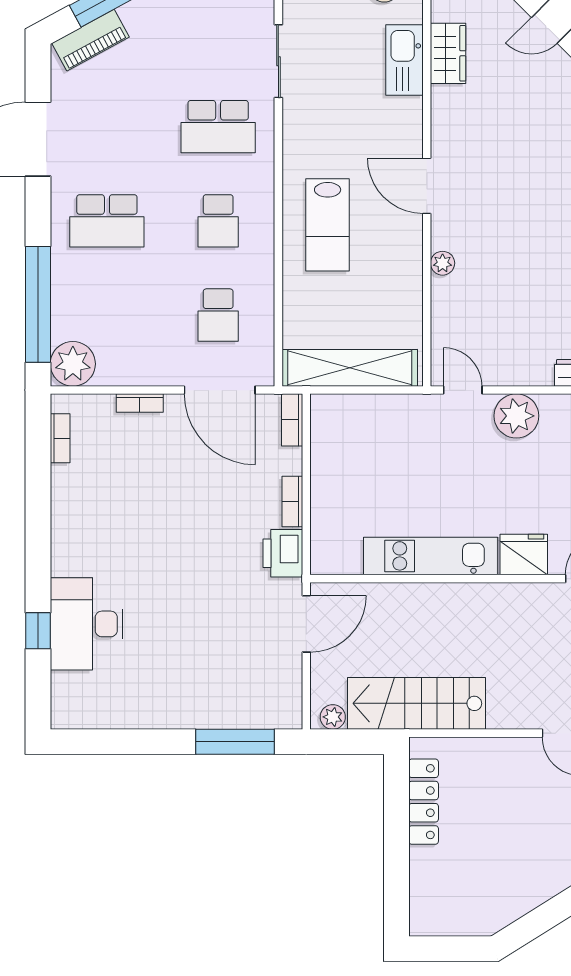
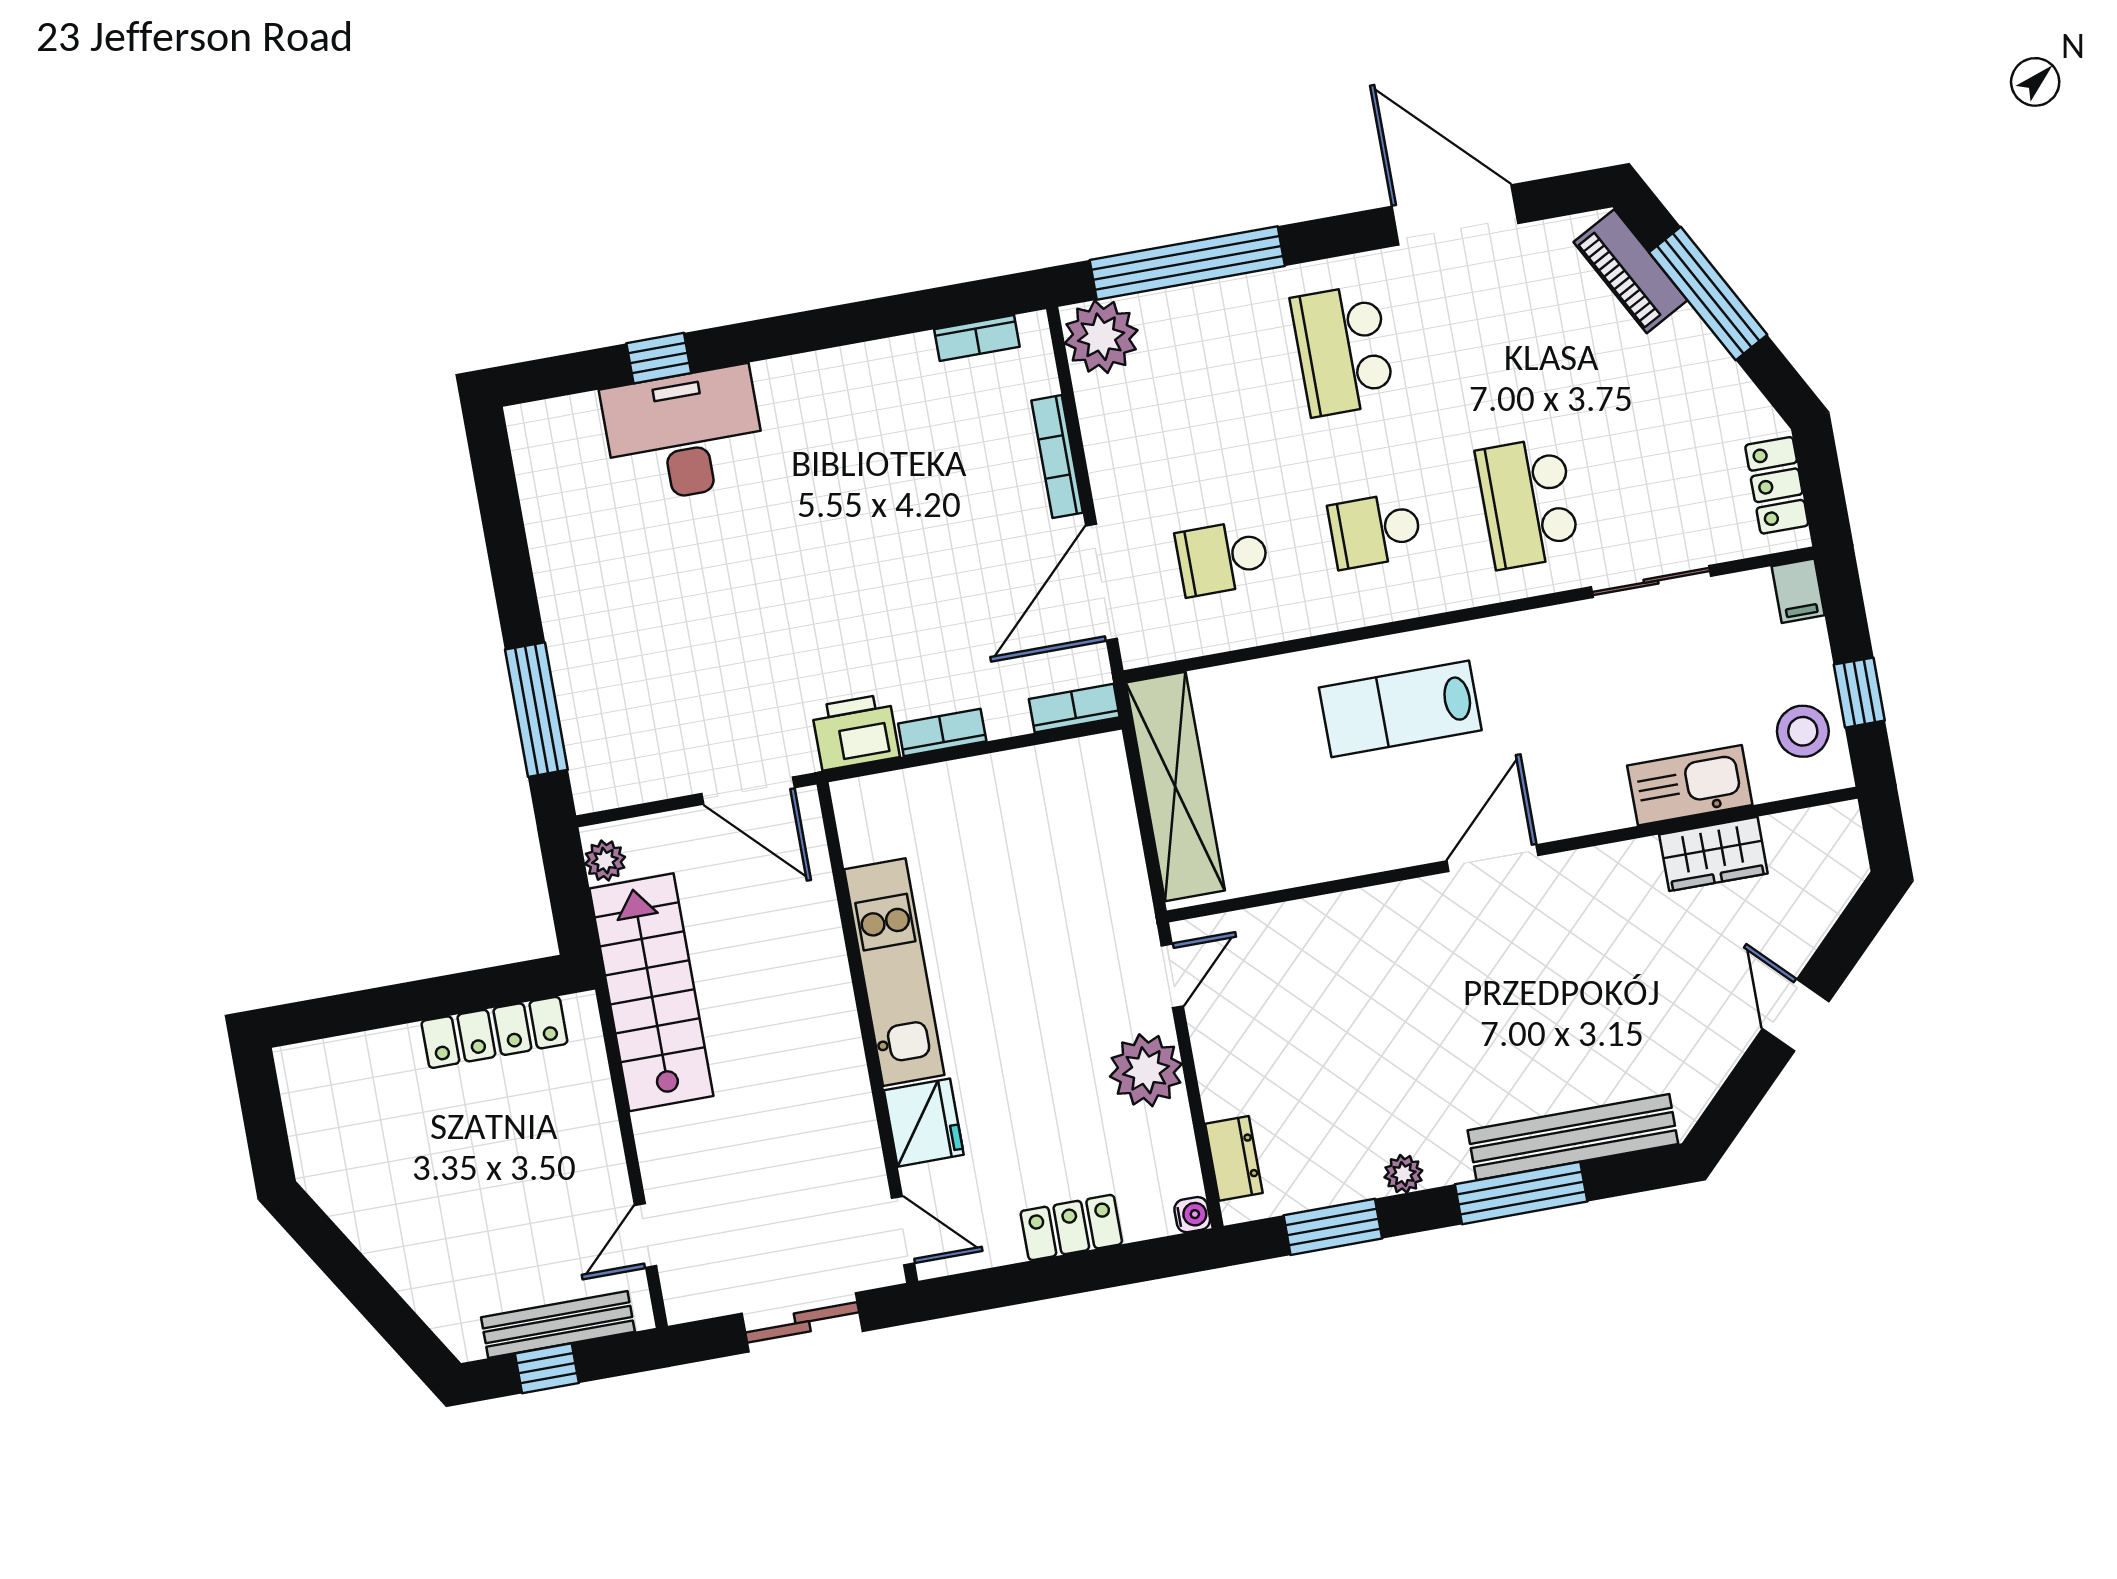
plant: (443, 263) -> (1372, 906), removed
bookcase: (140, 403) -> (1057, 457), width x1.56

